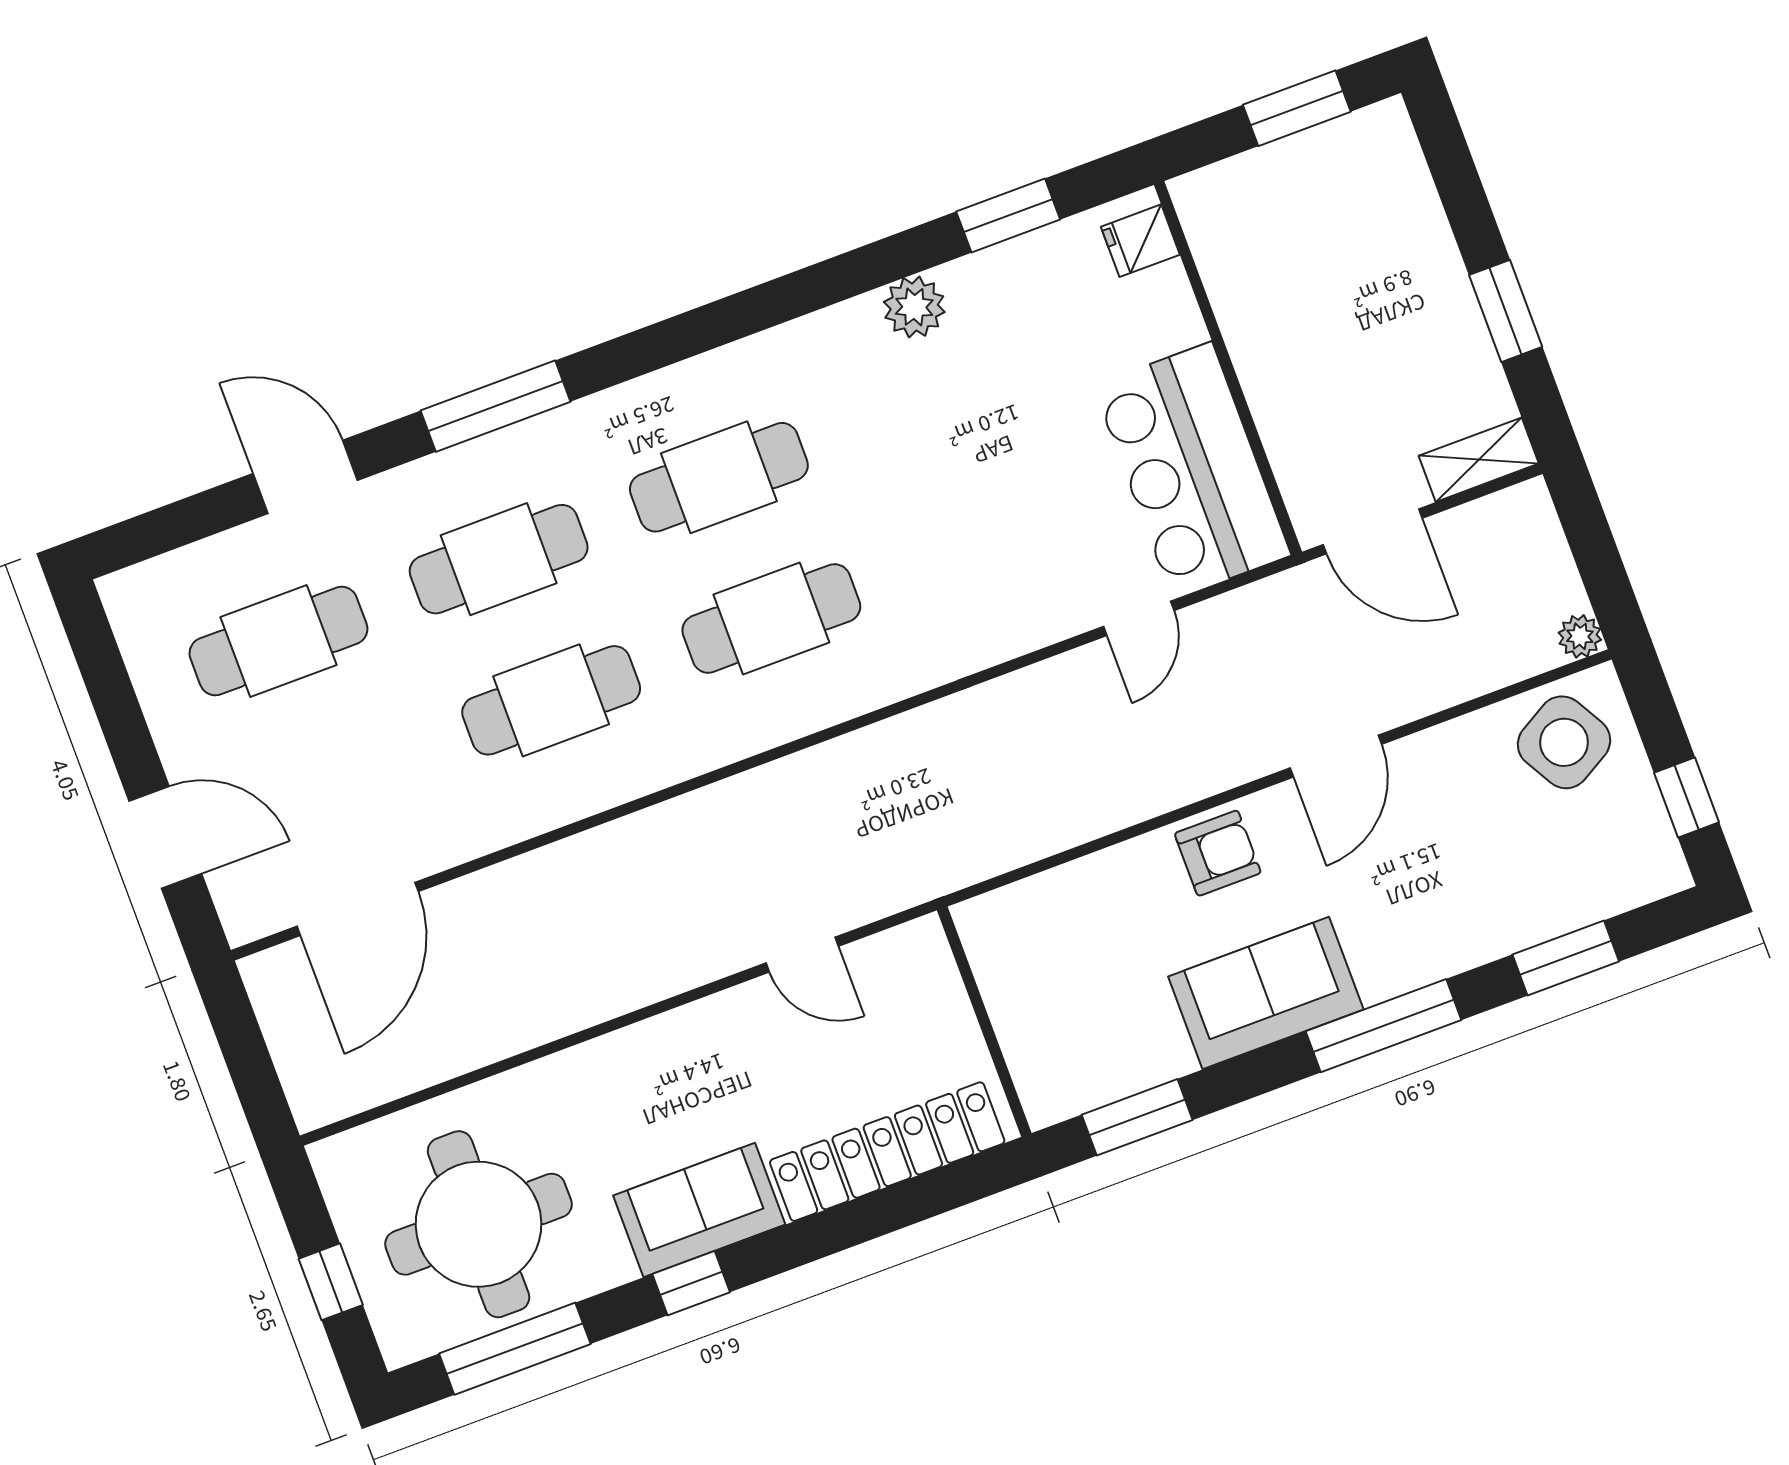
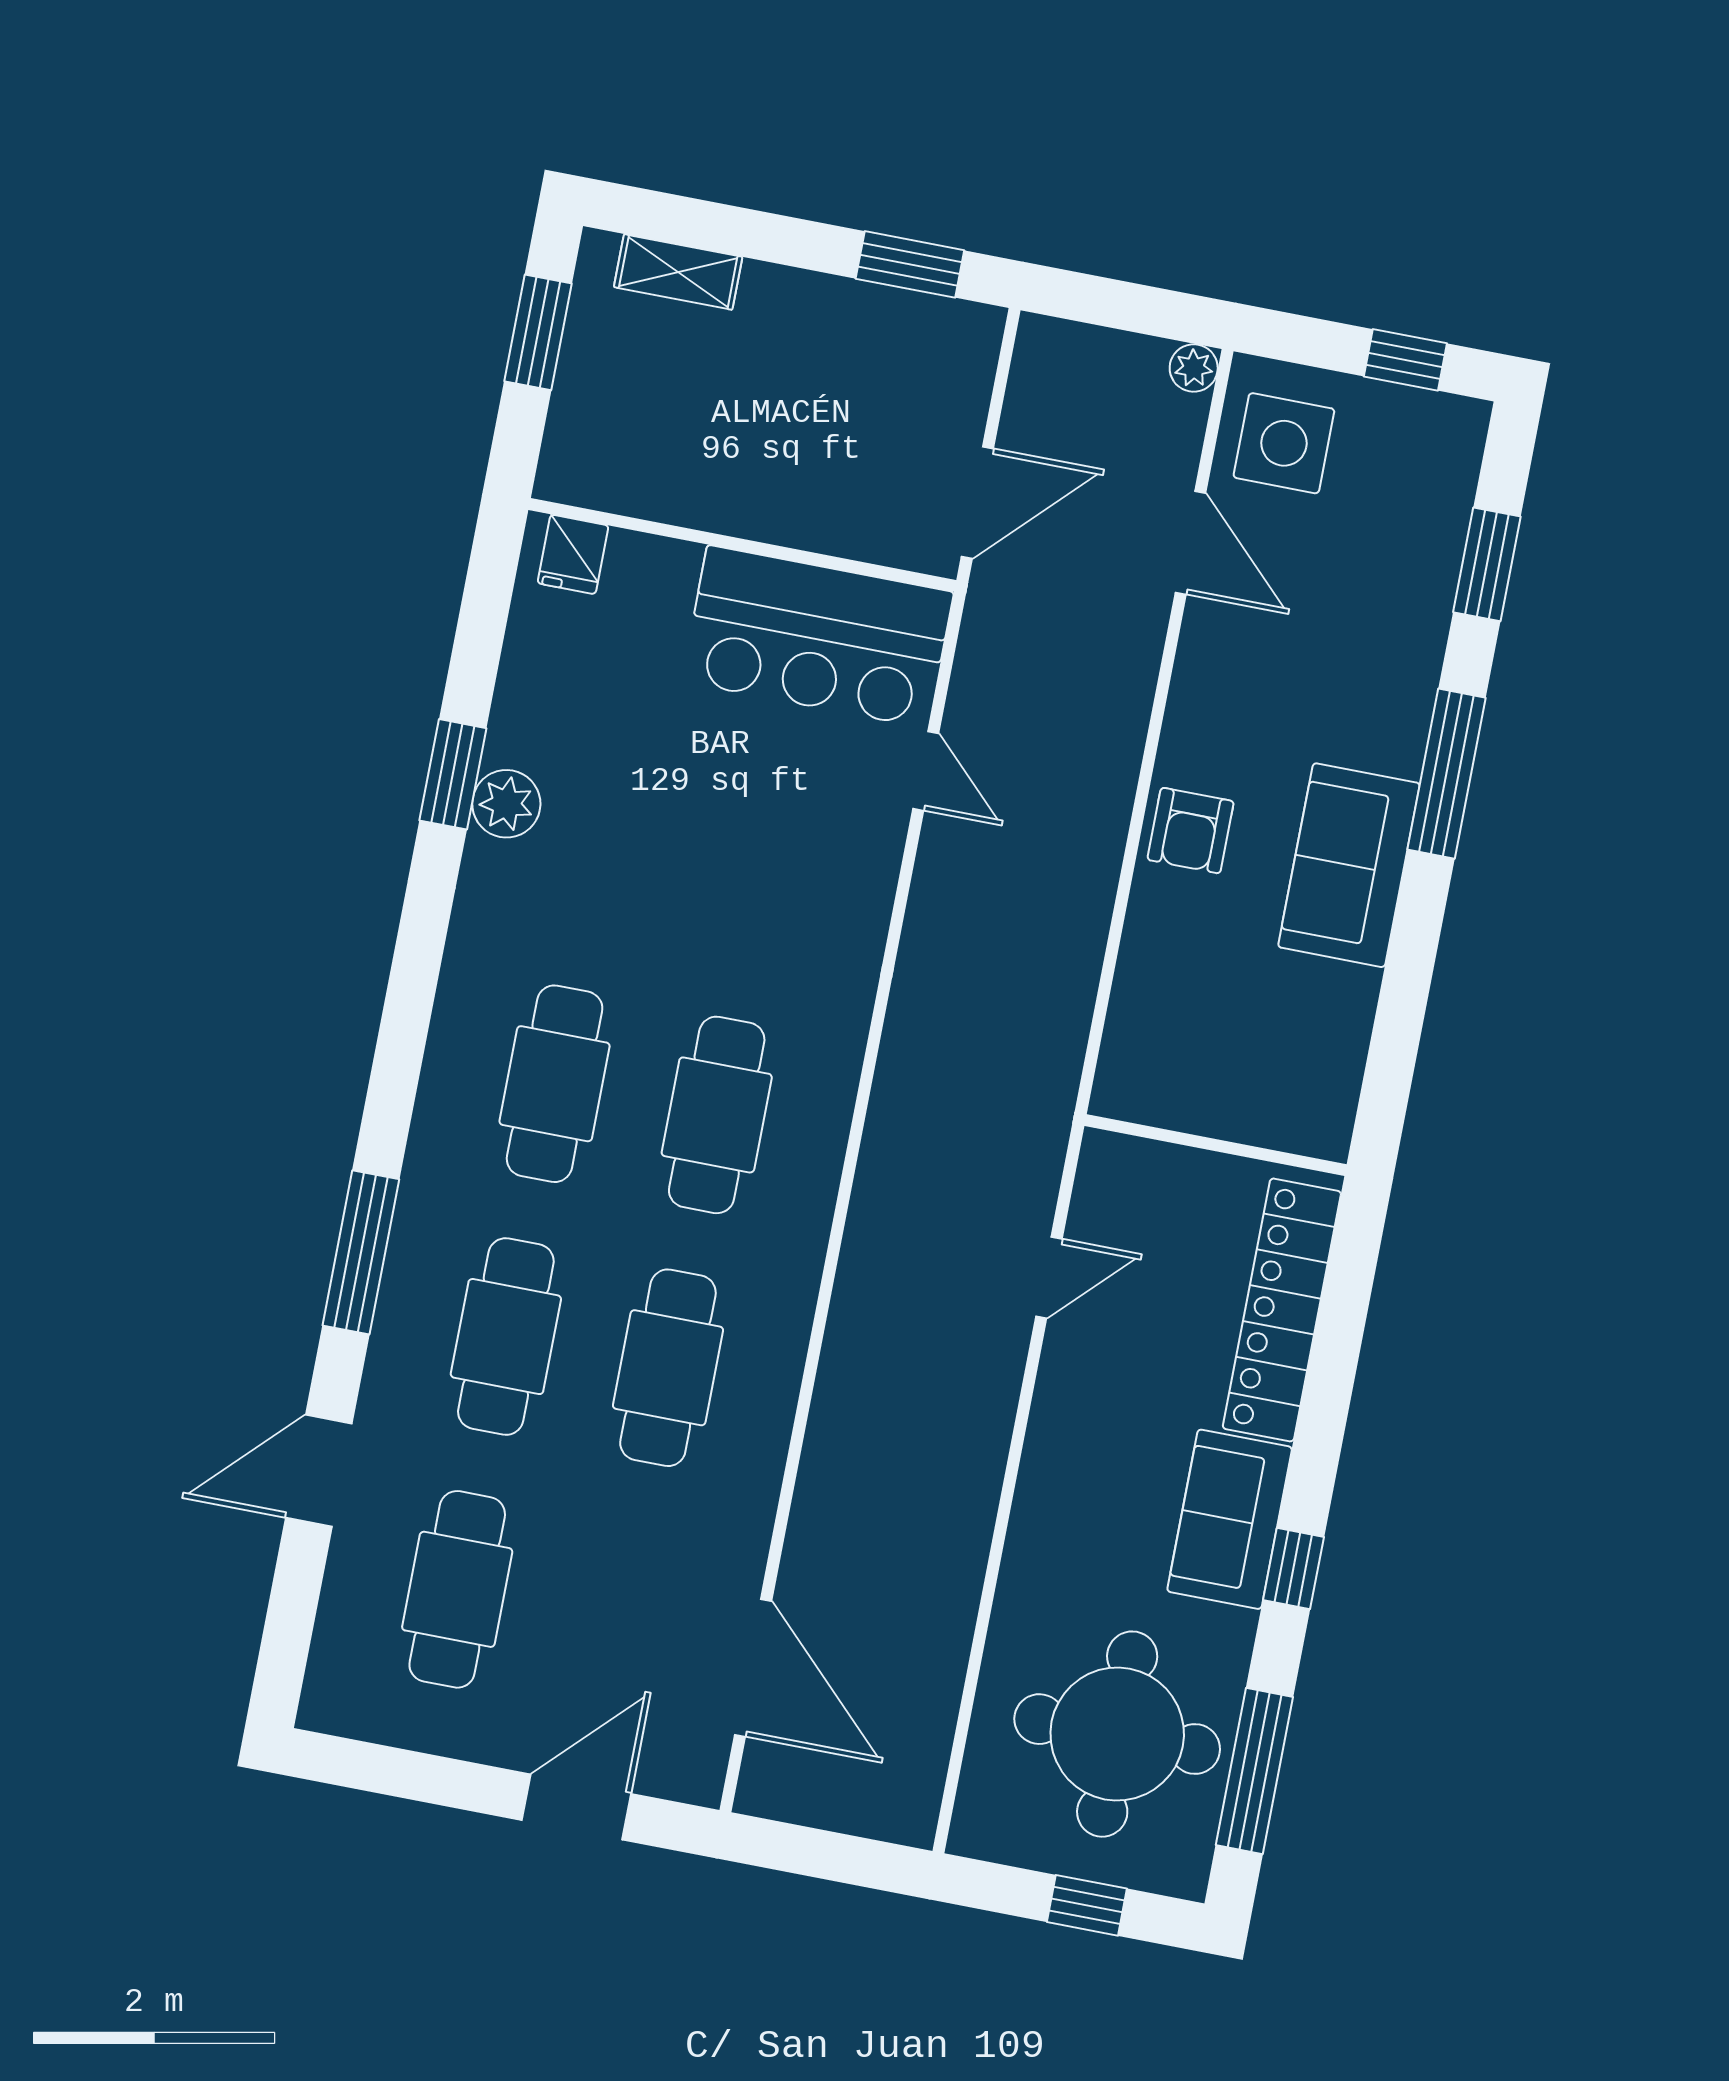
window: (1008, 216) -> (453, 774), moved
window: (1506, 311) -> (910, 264), moved
shelving: (1479, 460) -> (678, 272), moved, turned 90
side table: (1564, 742) -> (1284, 443), turned 30
door: (1336, 756) -> (1190, 543), moved
armchair: (1218, 853) -> (1191, 831), turned 180
window: (1137, 1117) -> (1392, 1056), removed

